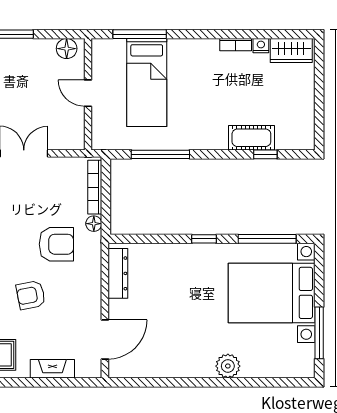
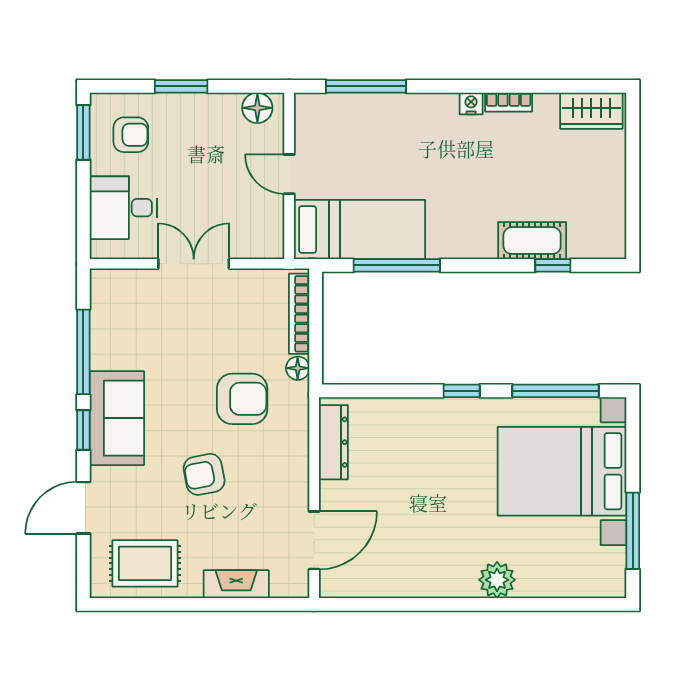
nightstand: (261, 46) -> (471, 104), moved
bed: (147, 83) -> (359, 229), moved, turned -90

